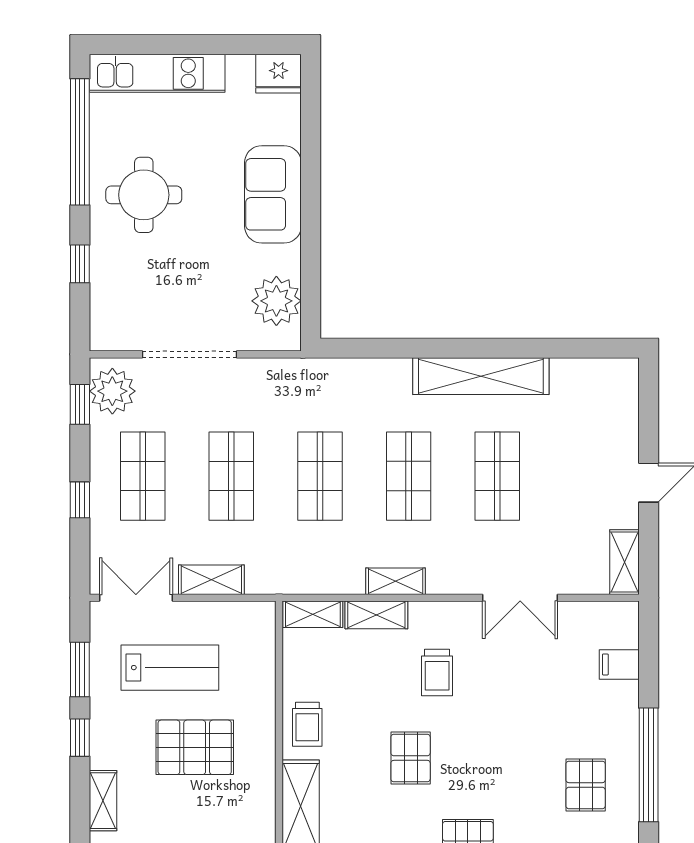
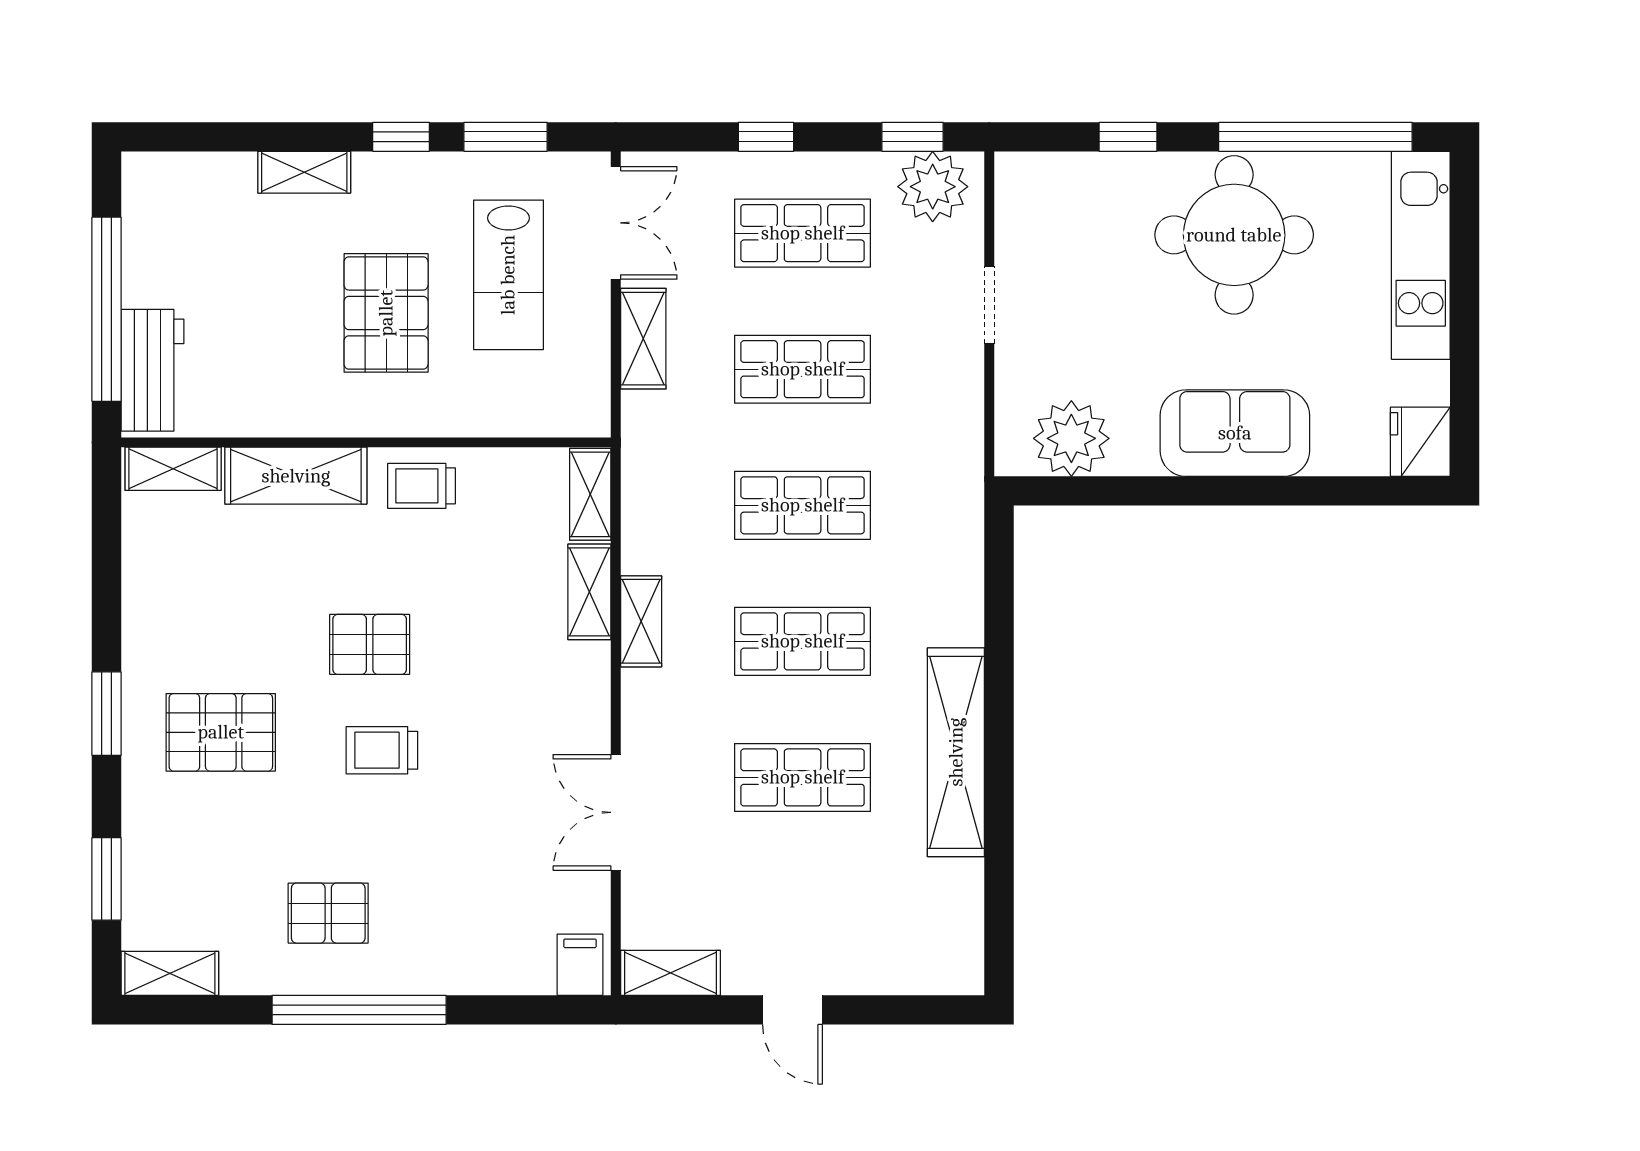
round table: (144, 195) -> (1234, 235), width x1.36, depth x1.36
doorway: (190, 354) -> (989, 305), width x0.53
filing cabinet: (619, 664) -> (580, 965), moved
trolley: (437, 673) -> (382, 750), moved

